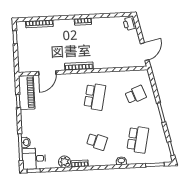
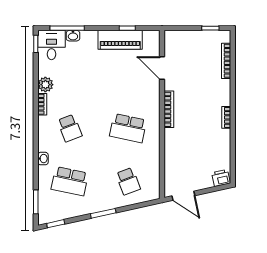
piano: (27, 92) -> (120, 40), moved
school desk: (97, 141) -> (70, 128), turned -42

